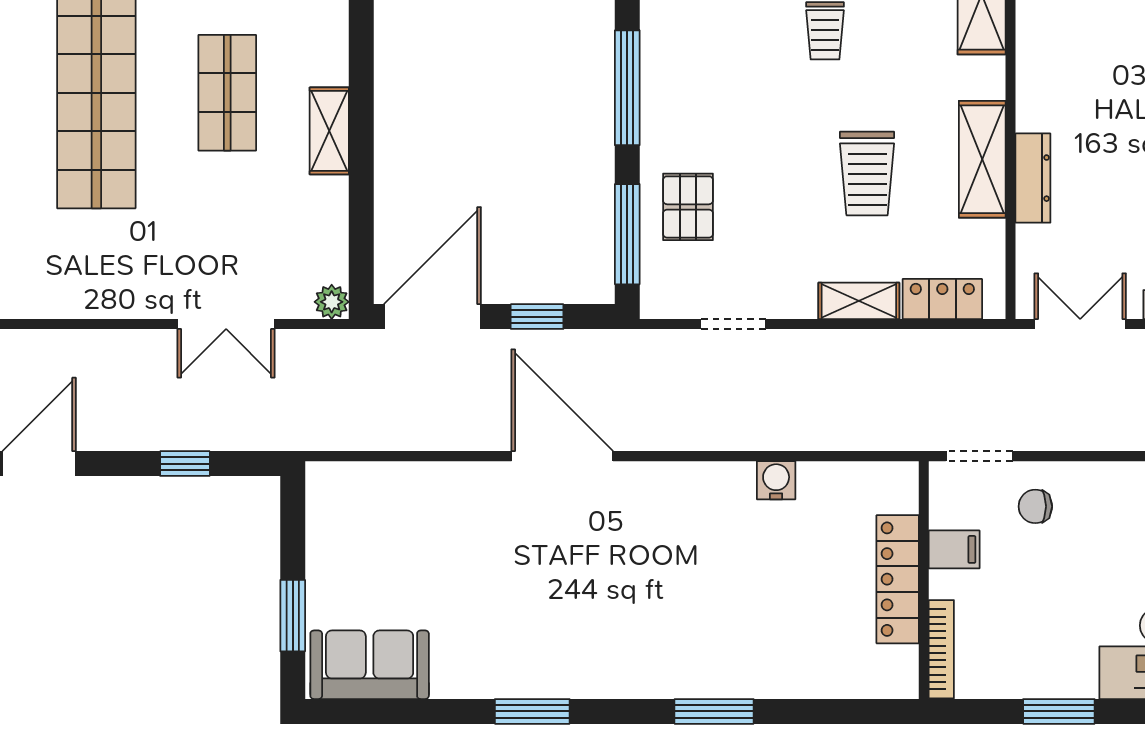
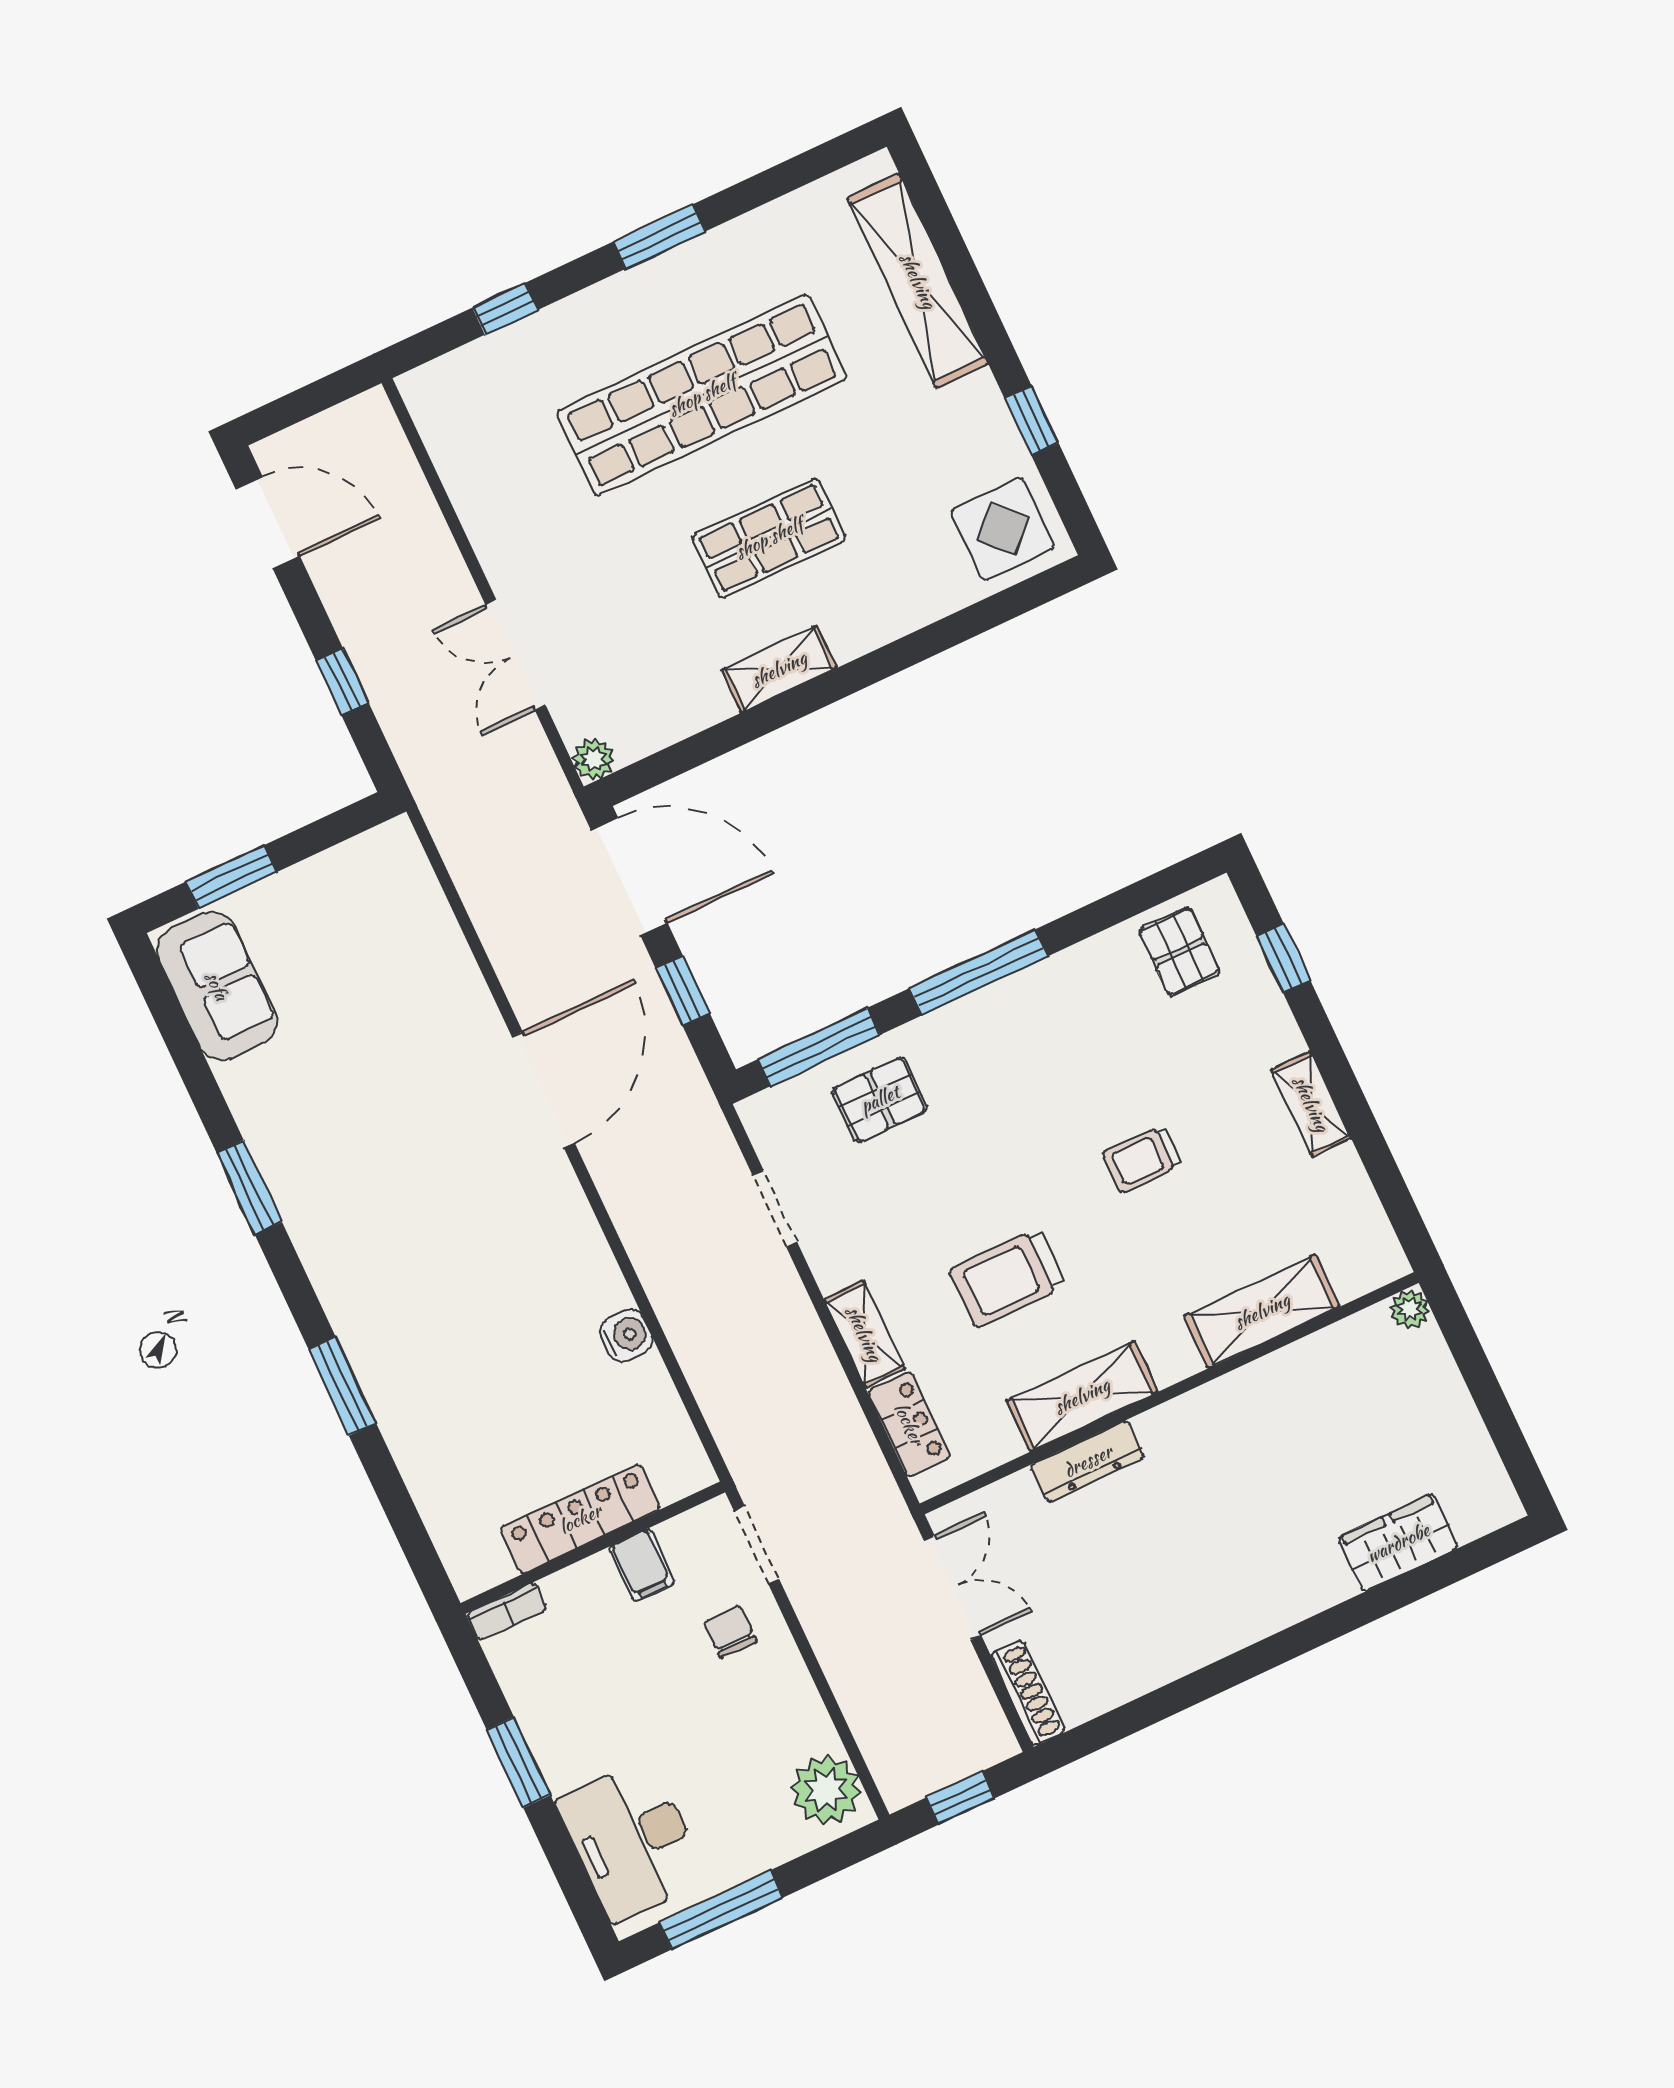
bookcase: (941, 649) -> (507, 1611), width x0.64

